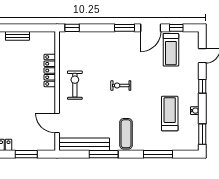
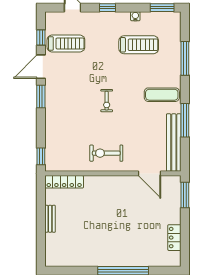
door: (151, 28) -> (41, 67), swing flipped
locker: (50, 70) -> (64, 182), moved
treadmill: (170, 114) -> (139, 45), turned 180
door: (57, 123) -> (149, 173), hinge flipped
window: (26, 154) -> (185, 195), moved

